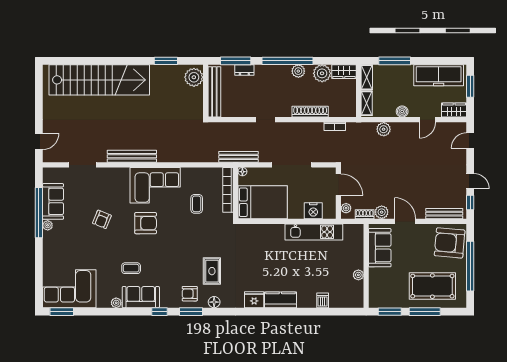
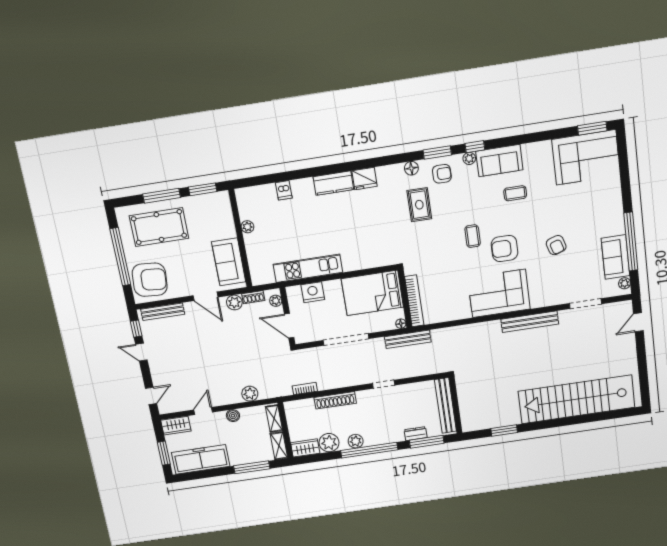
plant: (194, 77) -> (471, 418), removed
coffee table: (197, 204) -> (473, 236), moved
armchair: (102, 219) -> (556, 245), turned 140
plant: (48, 225) -> (624, 283), moved
plant: (116, 303) -> (469, 158), moved

